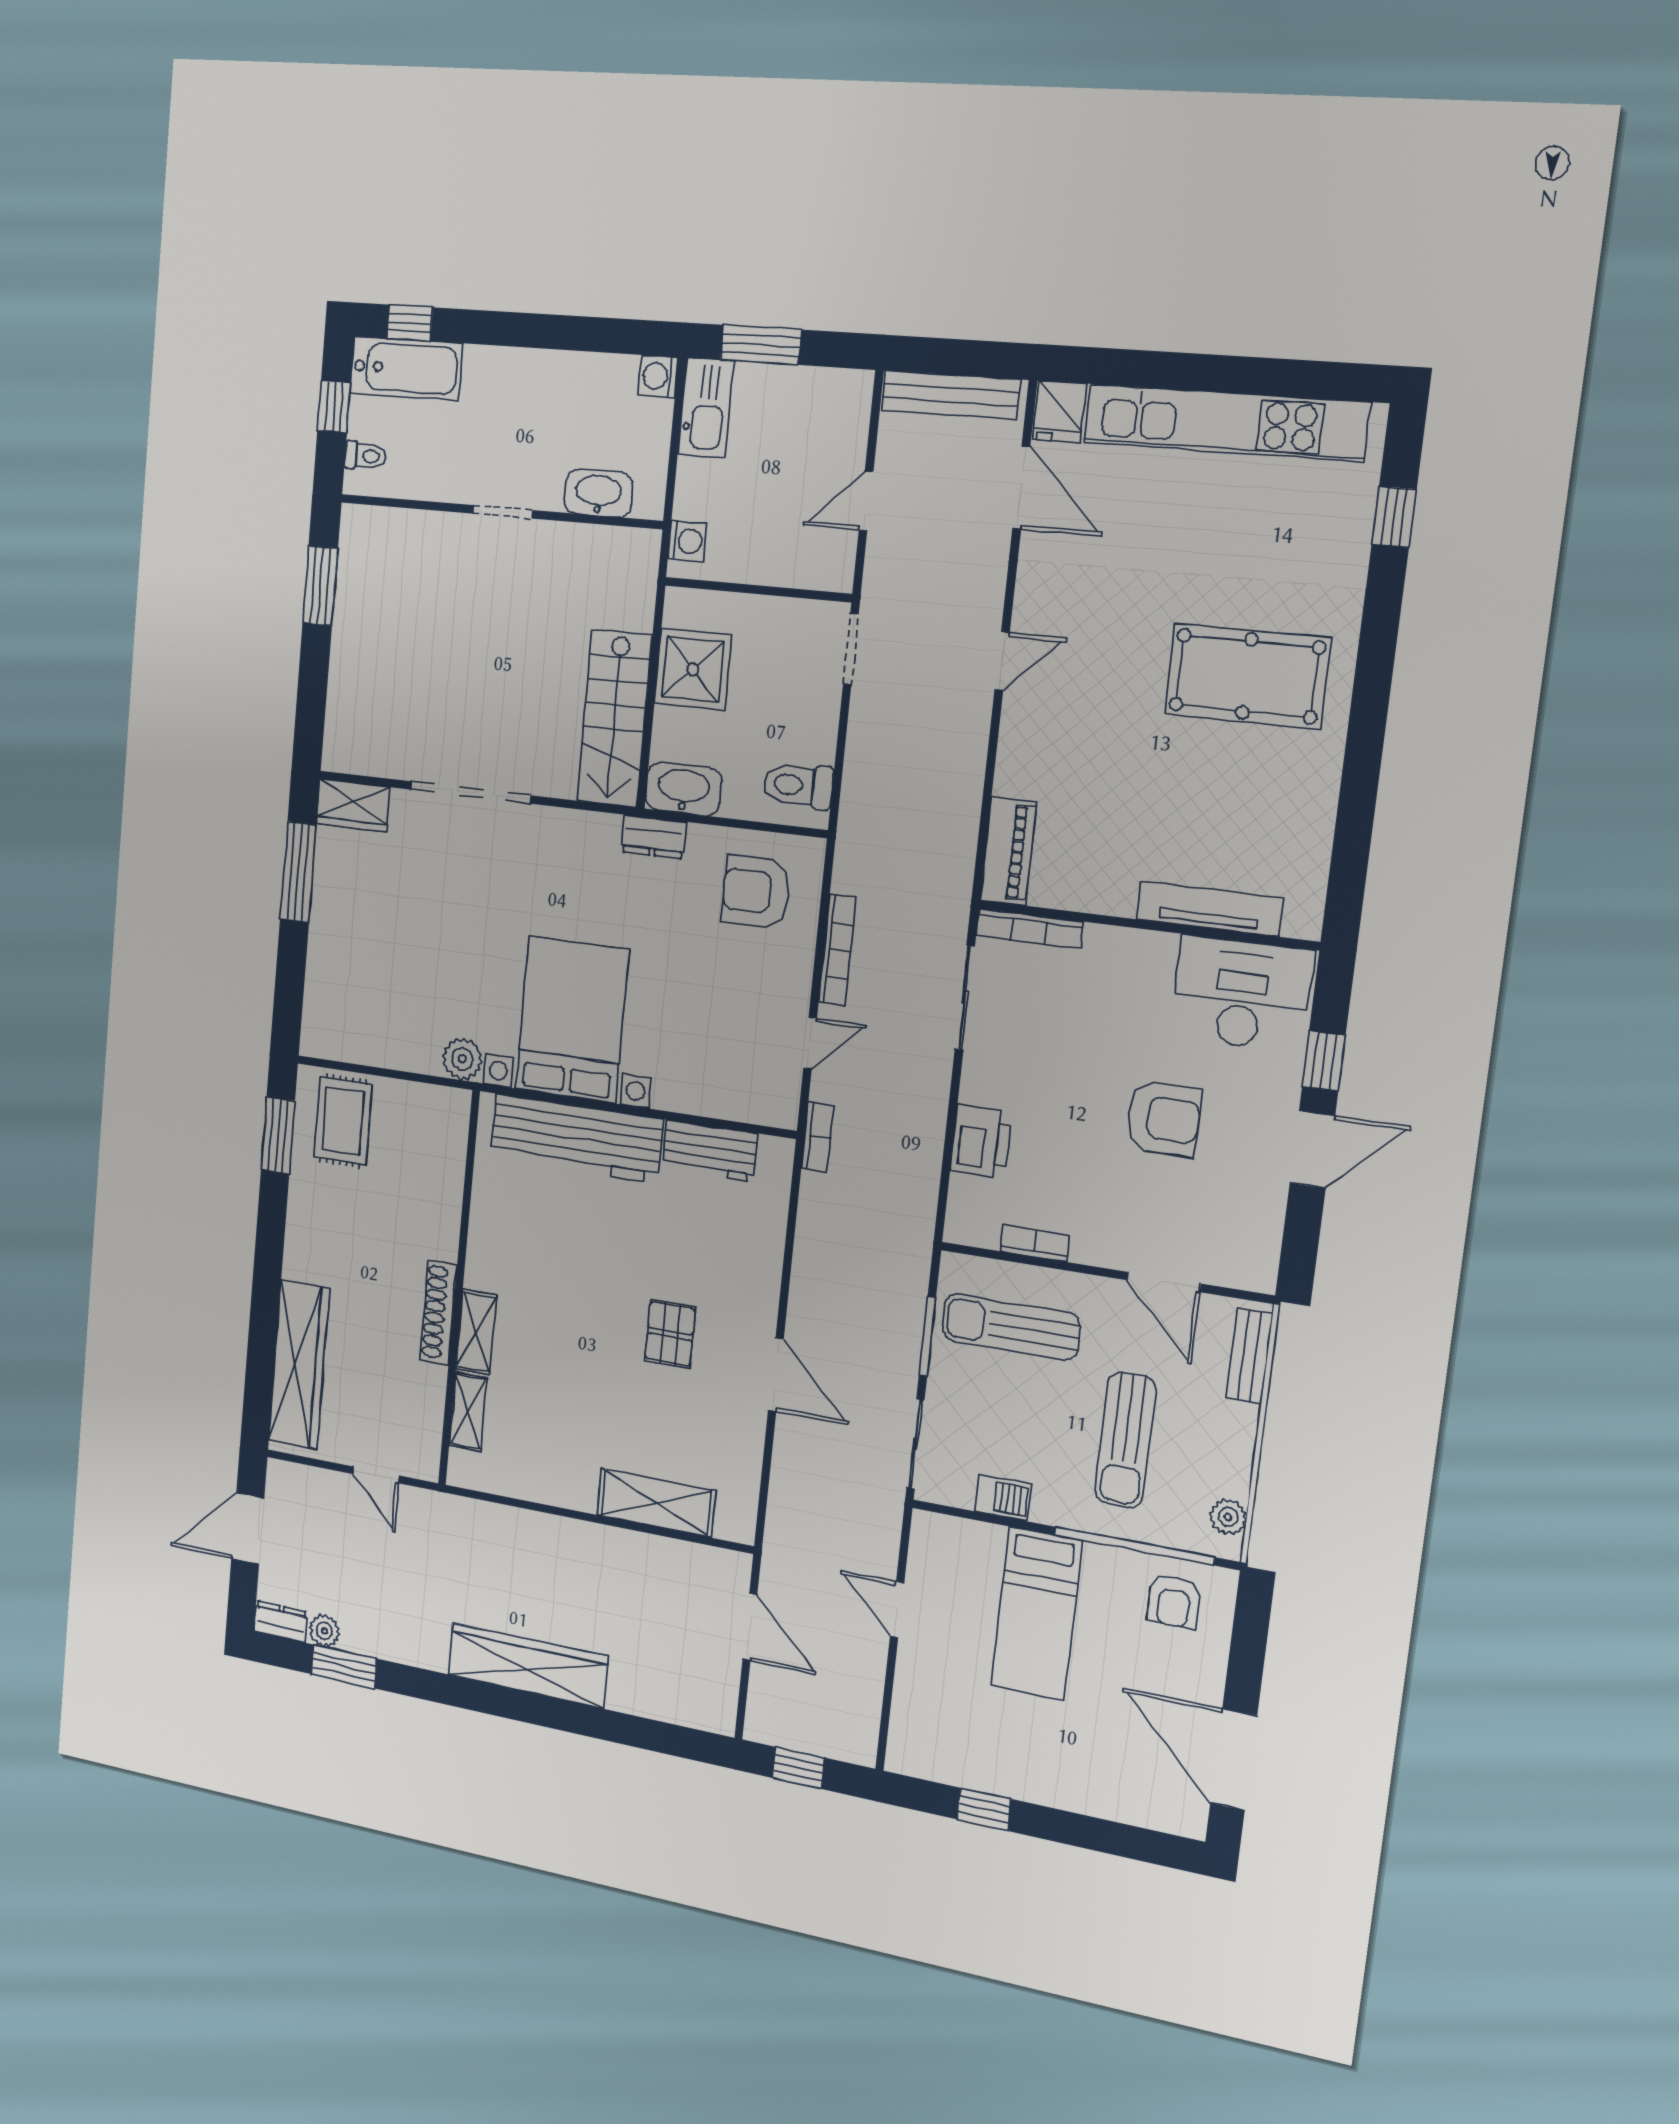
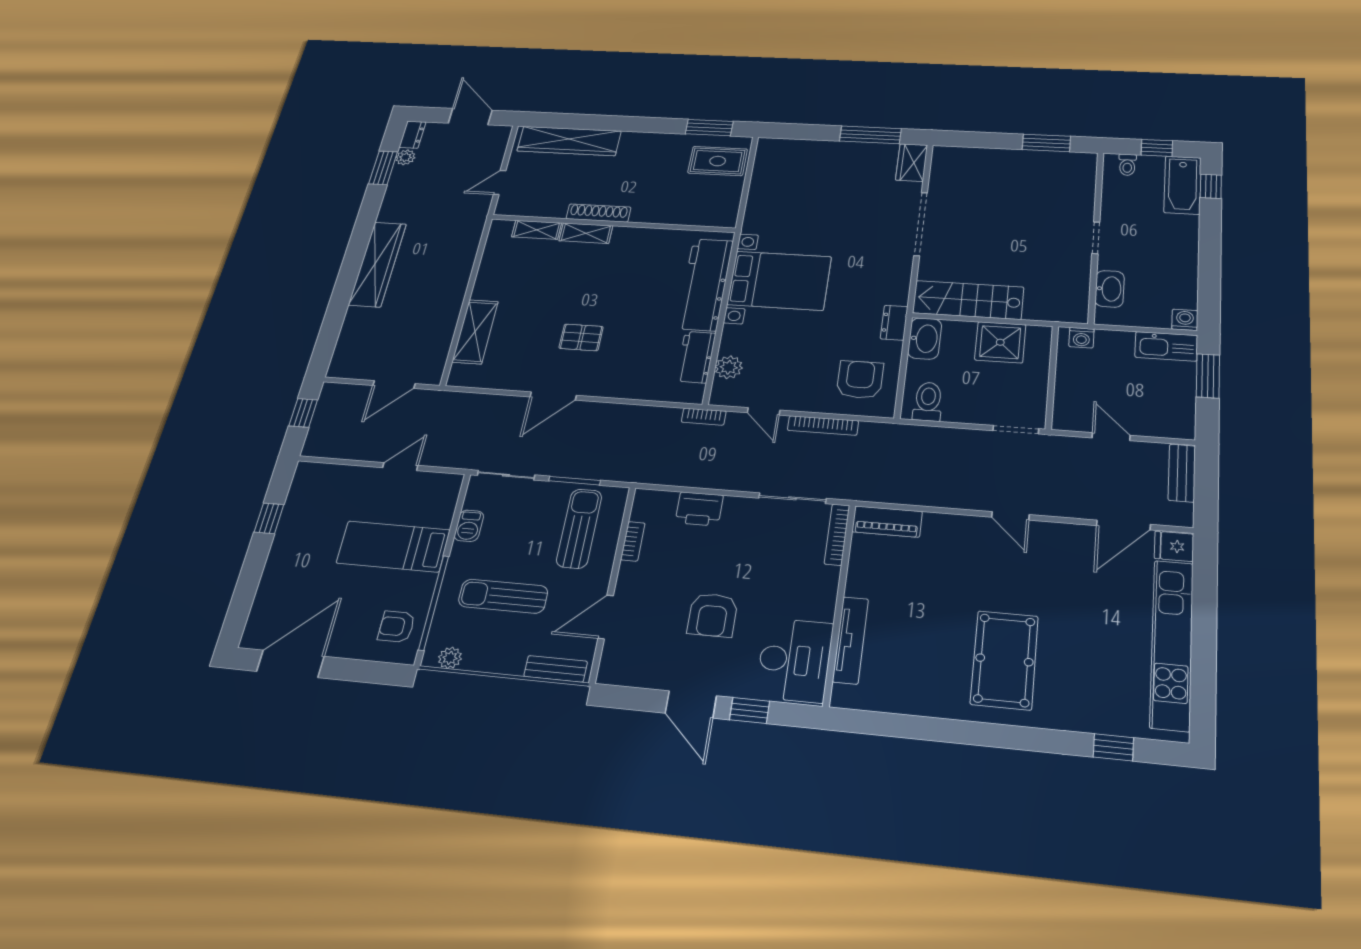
bench: (951, 395) -> (1182, 473), width x0.73
plant: (462, 1059) -> (729, 367), moved

